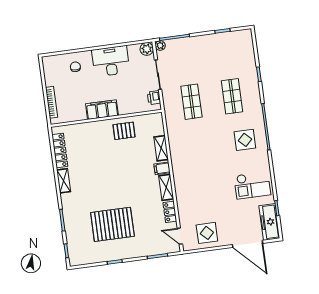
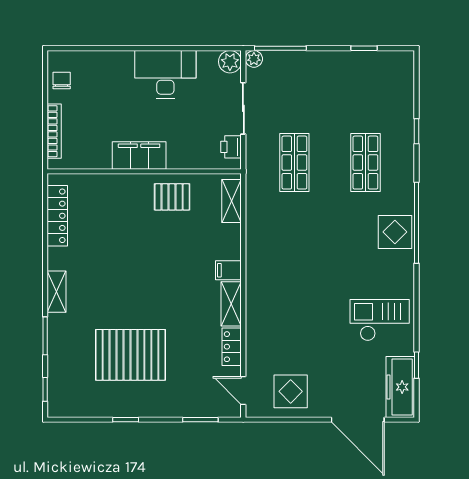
chair: (75, 67) -> (62, 80), moved
display table: (245, 140) -> (395, 232), moved
shelving: (161, 148) -> (232, 201), moved
shelving: (64, 181) -> (57, 292), moved
checkout: (252, 185) -> (380, 320), turned 180

